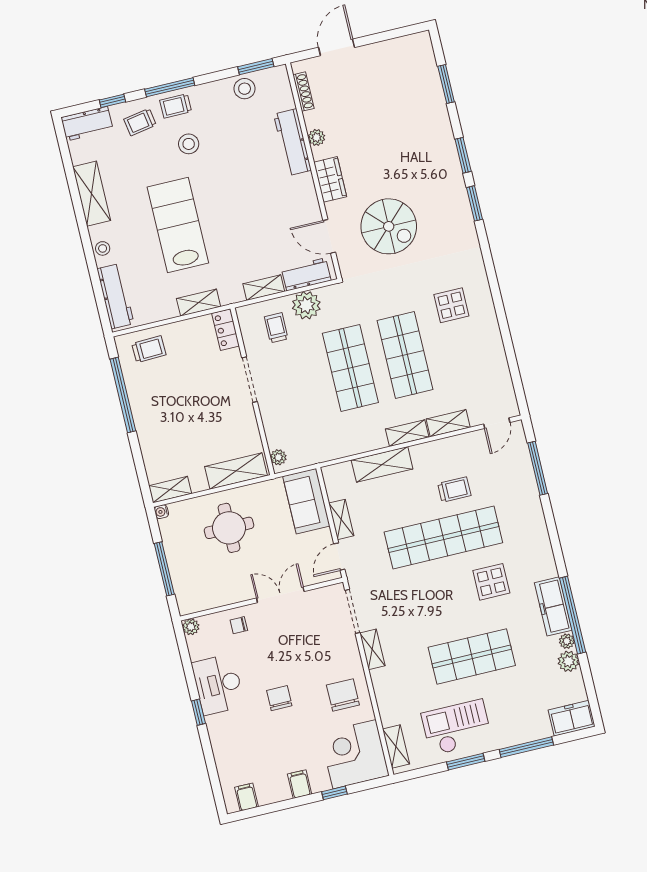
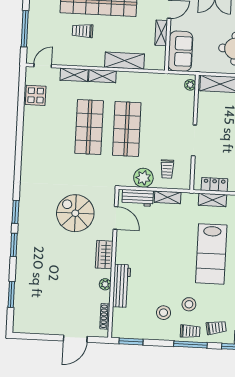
stool: (245, 89) -> (164, 313), moved
display table: (451, 305) -> (36, 95), moved
locker: (226, 330) -> (214, 184), moved, turned -90

